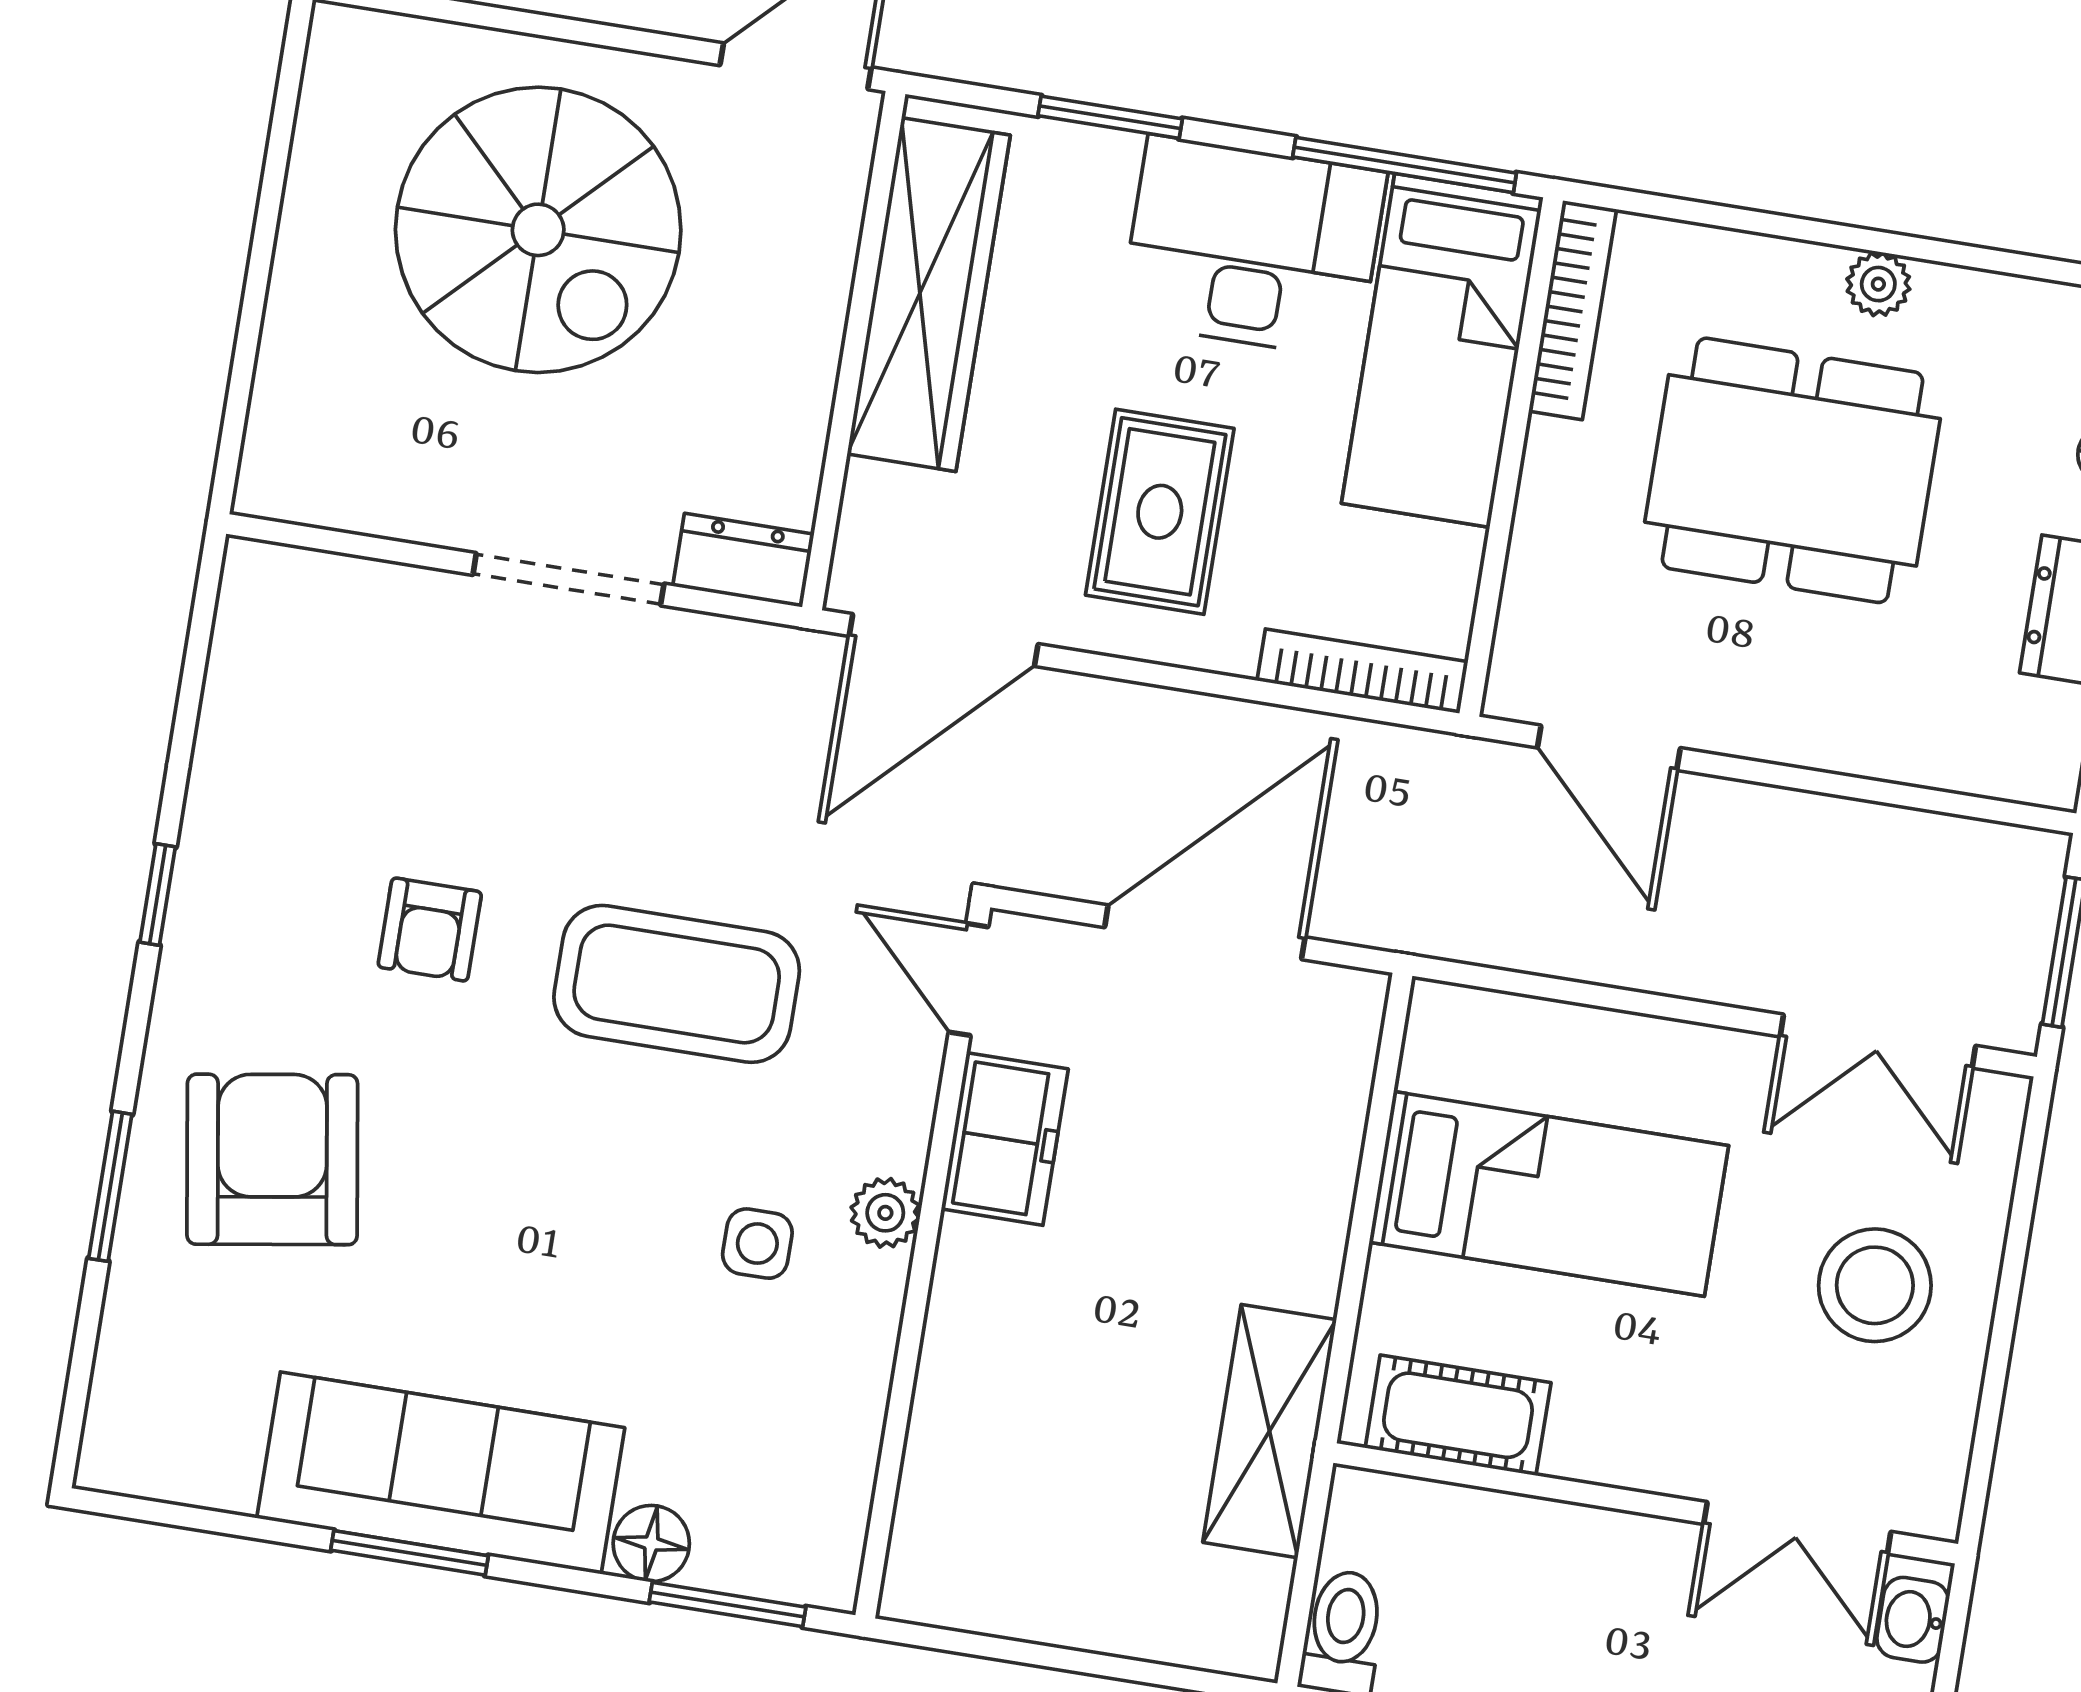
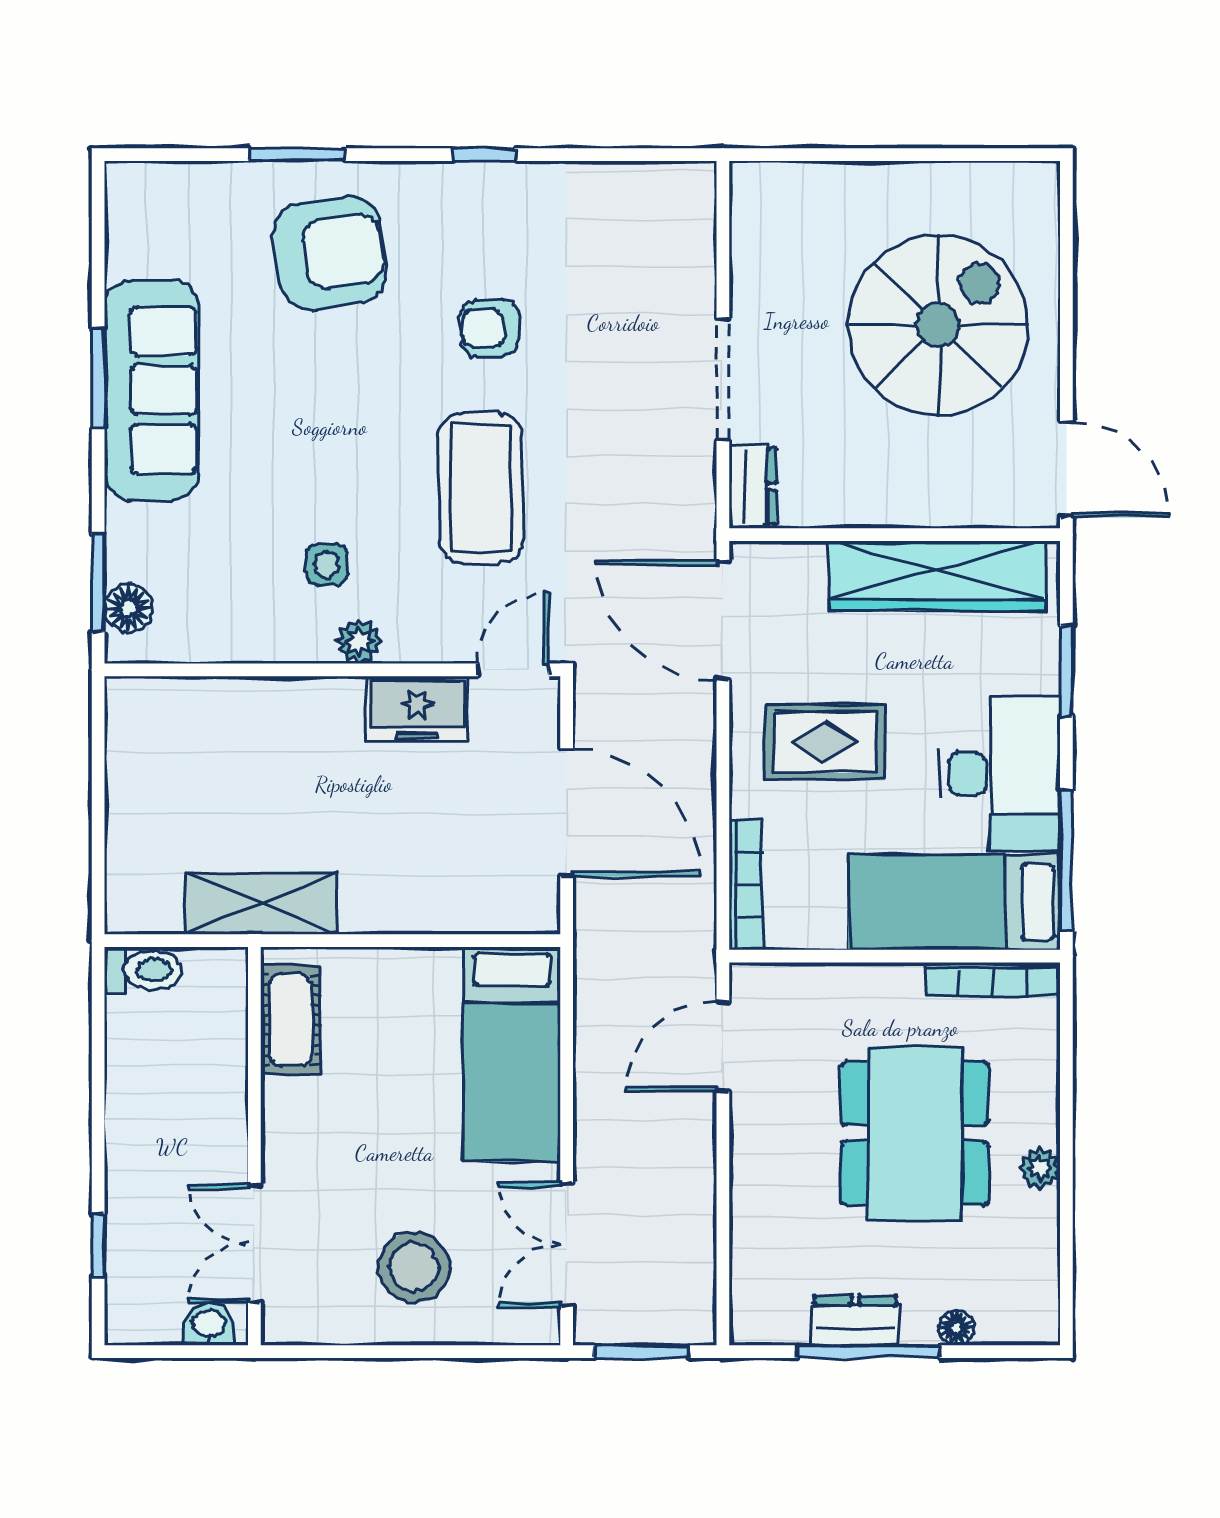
spiral stairs: (538, 230) -> (938, 325), turned 180
bed: (1549, 1194) -> (512, 1054), moved
floor lamp: (651, 1544) -> (129, 608), moved

